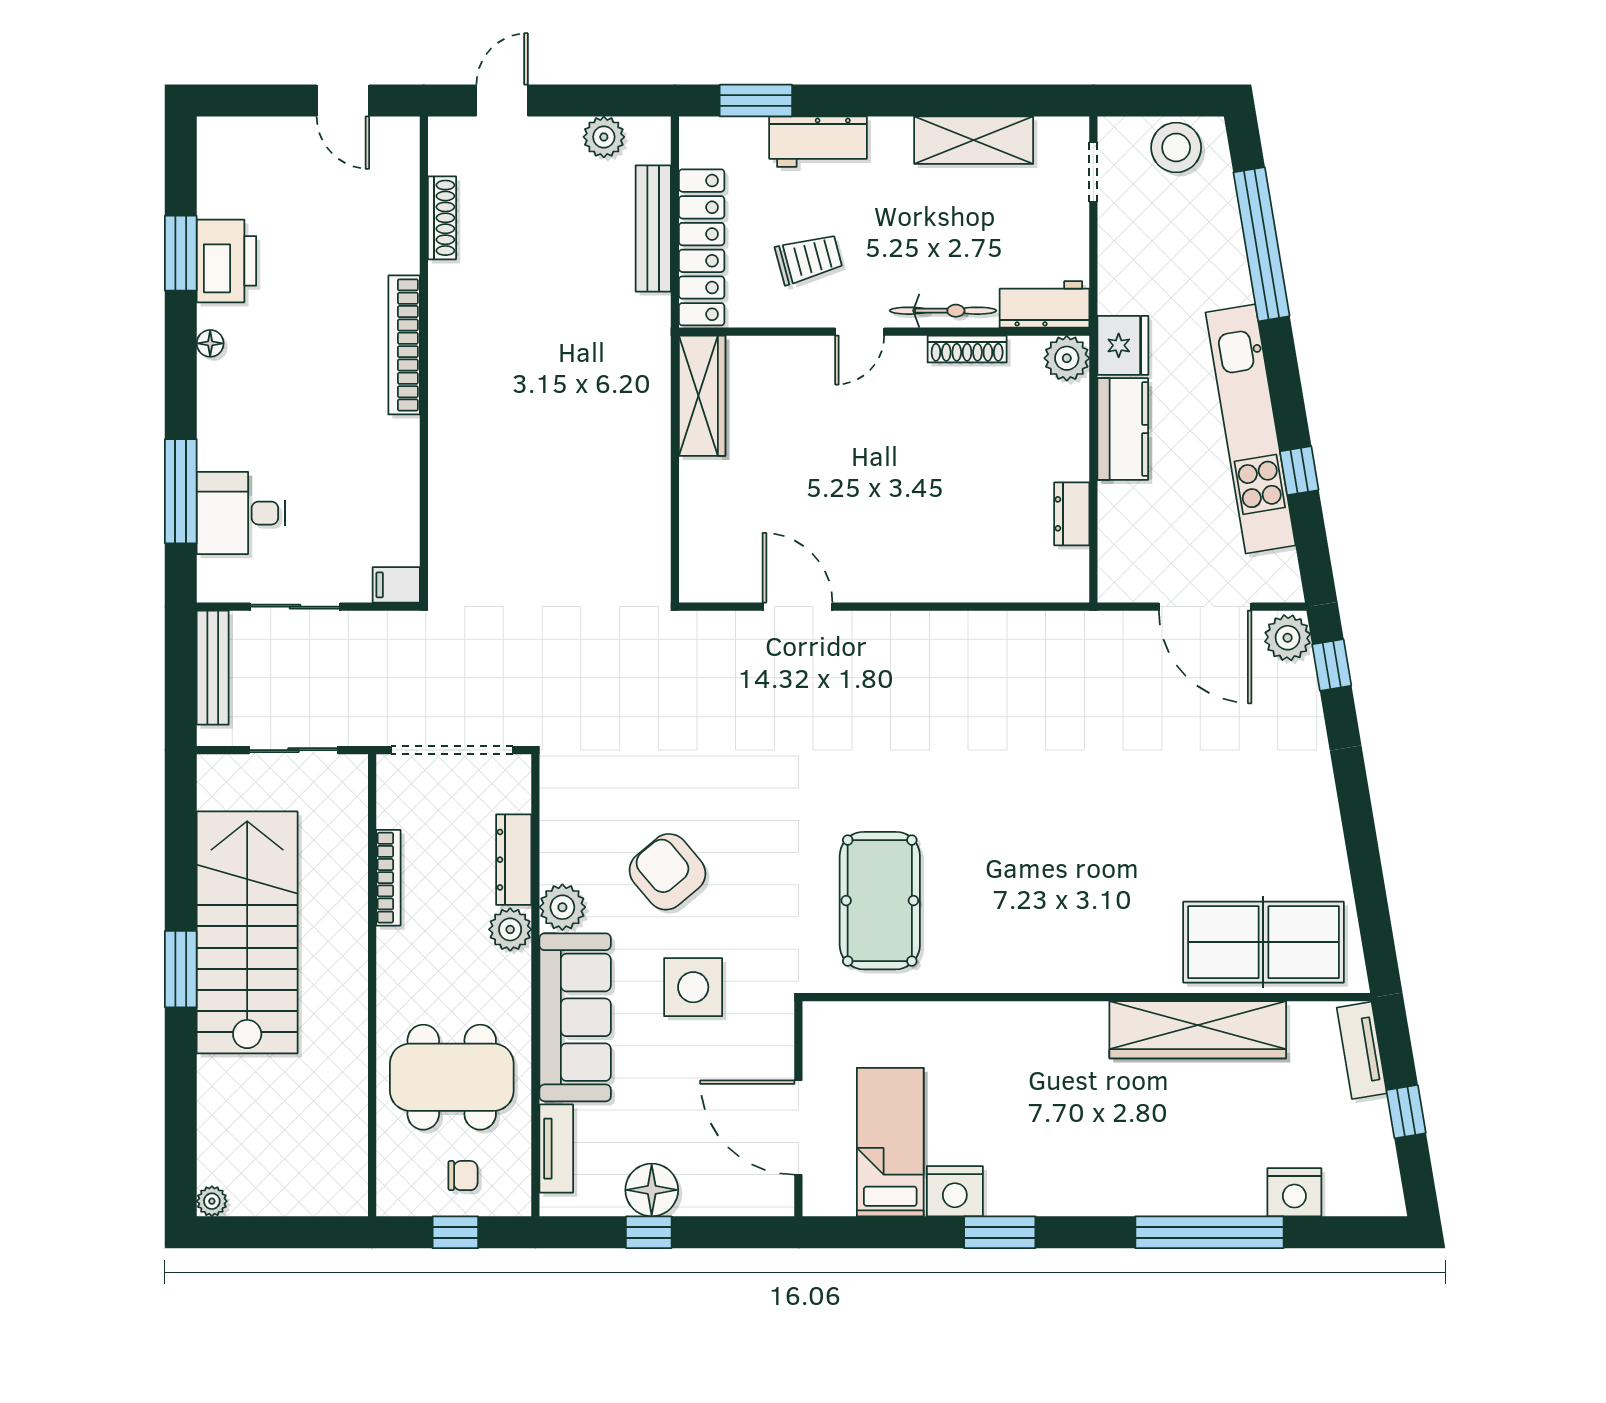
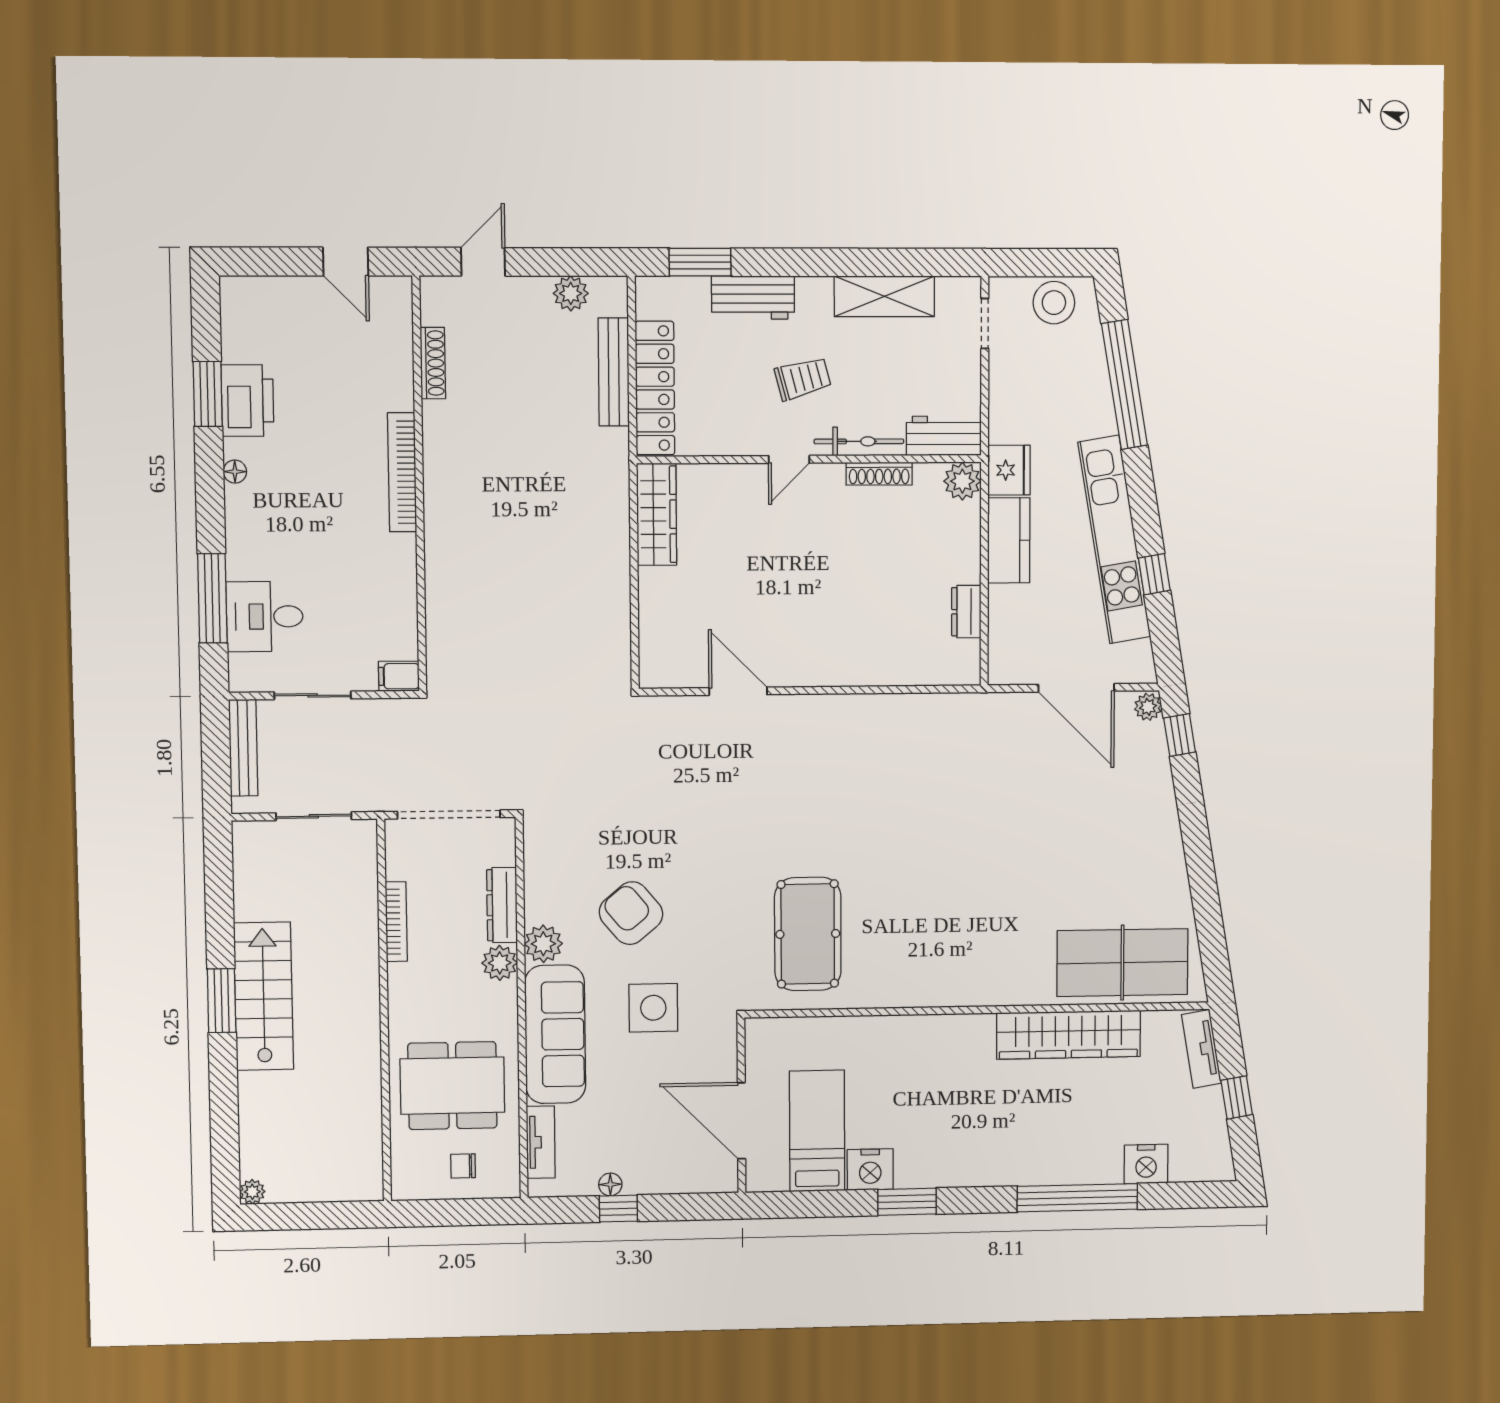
trolley: (809, 259) -> (803, 379), moved
plant: (1288, 638) -> (1148, 707), width x0.73, depth x0.73
stairs: (247, 932) -> (264, 996), width x0.73, depth x0.66
chair: (463, 1176) -> (463, 1166), turned 180
floor lamp: (652, 1190) -> (610, 1184), width x0.53, depth x0.53
window: (455, 1232) -> (457, 1212), removed

